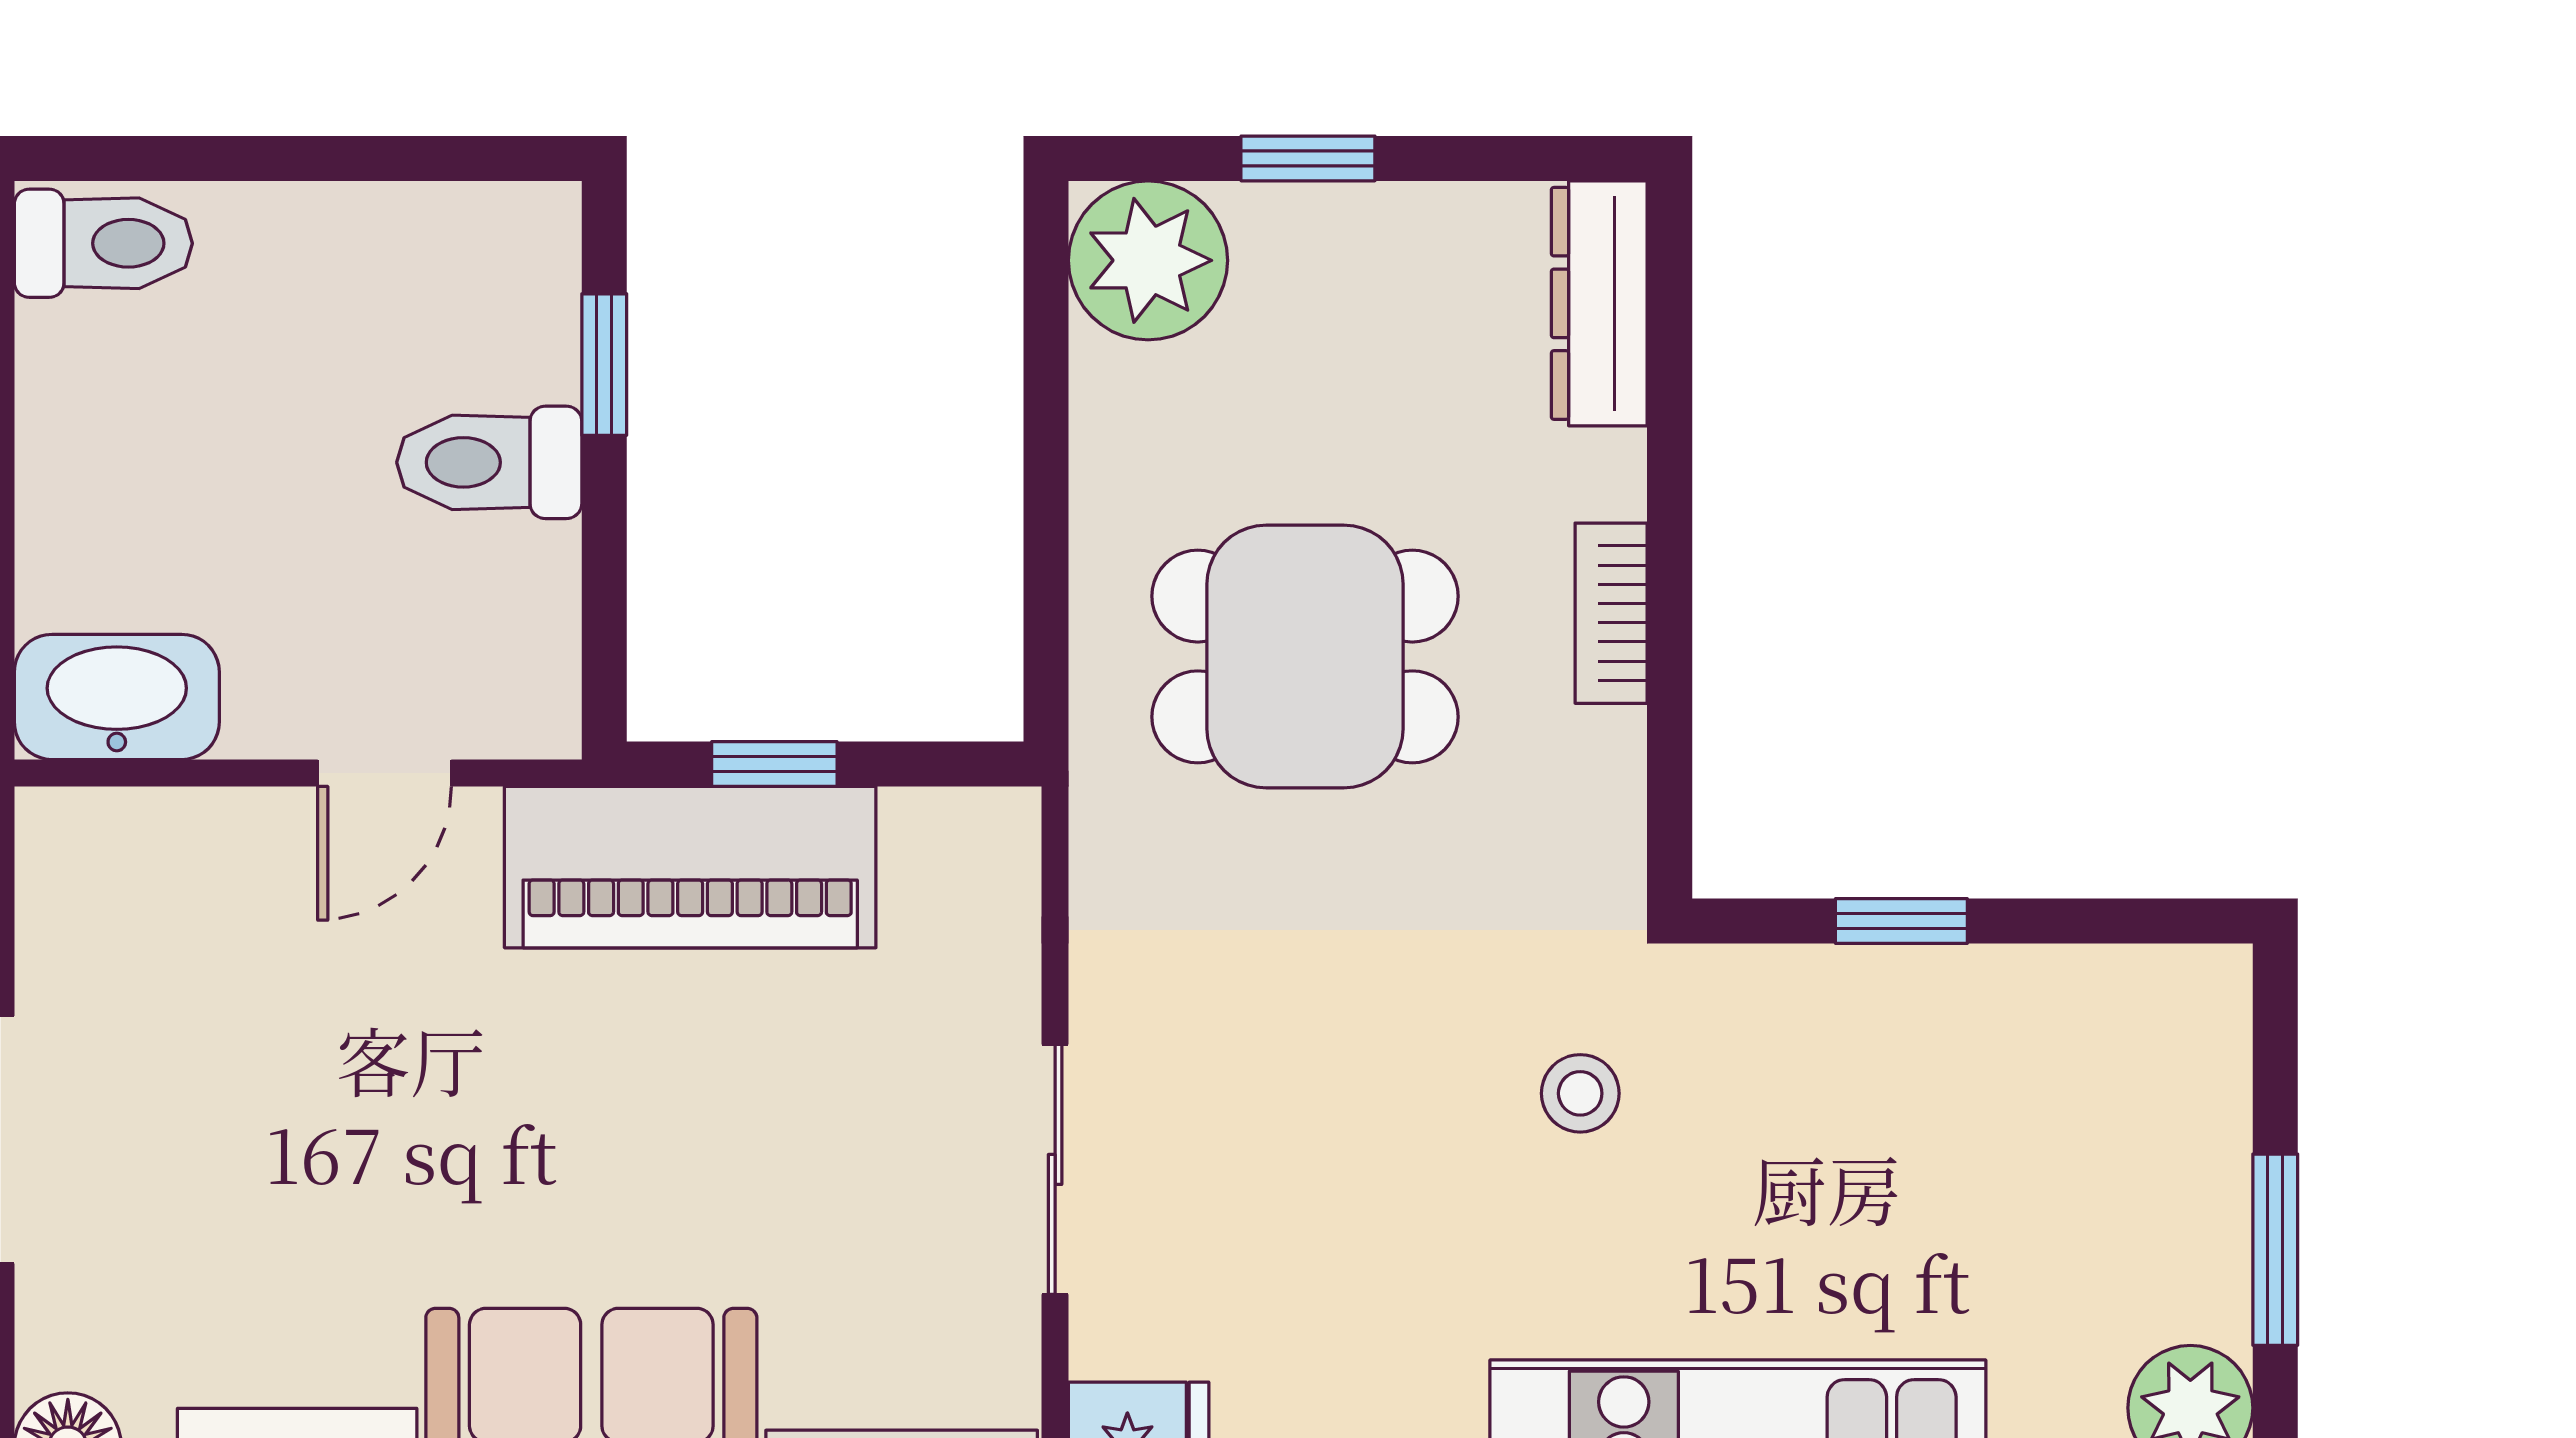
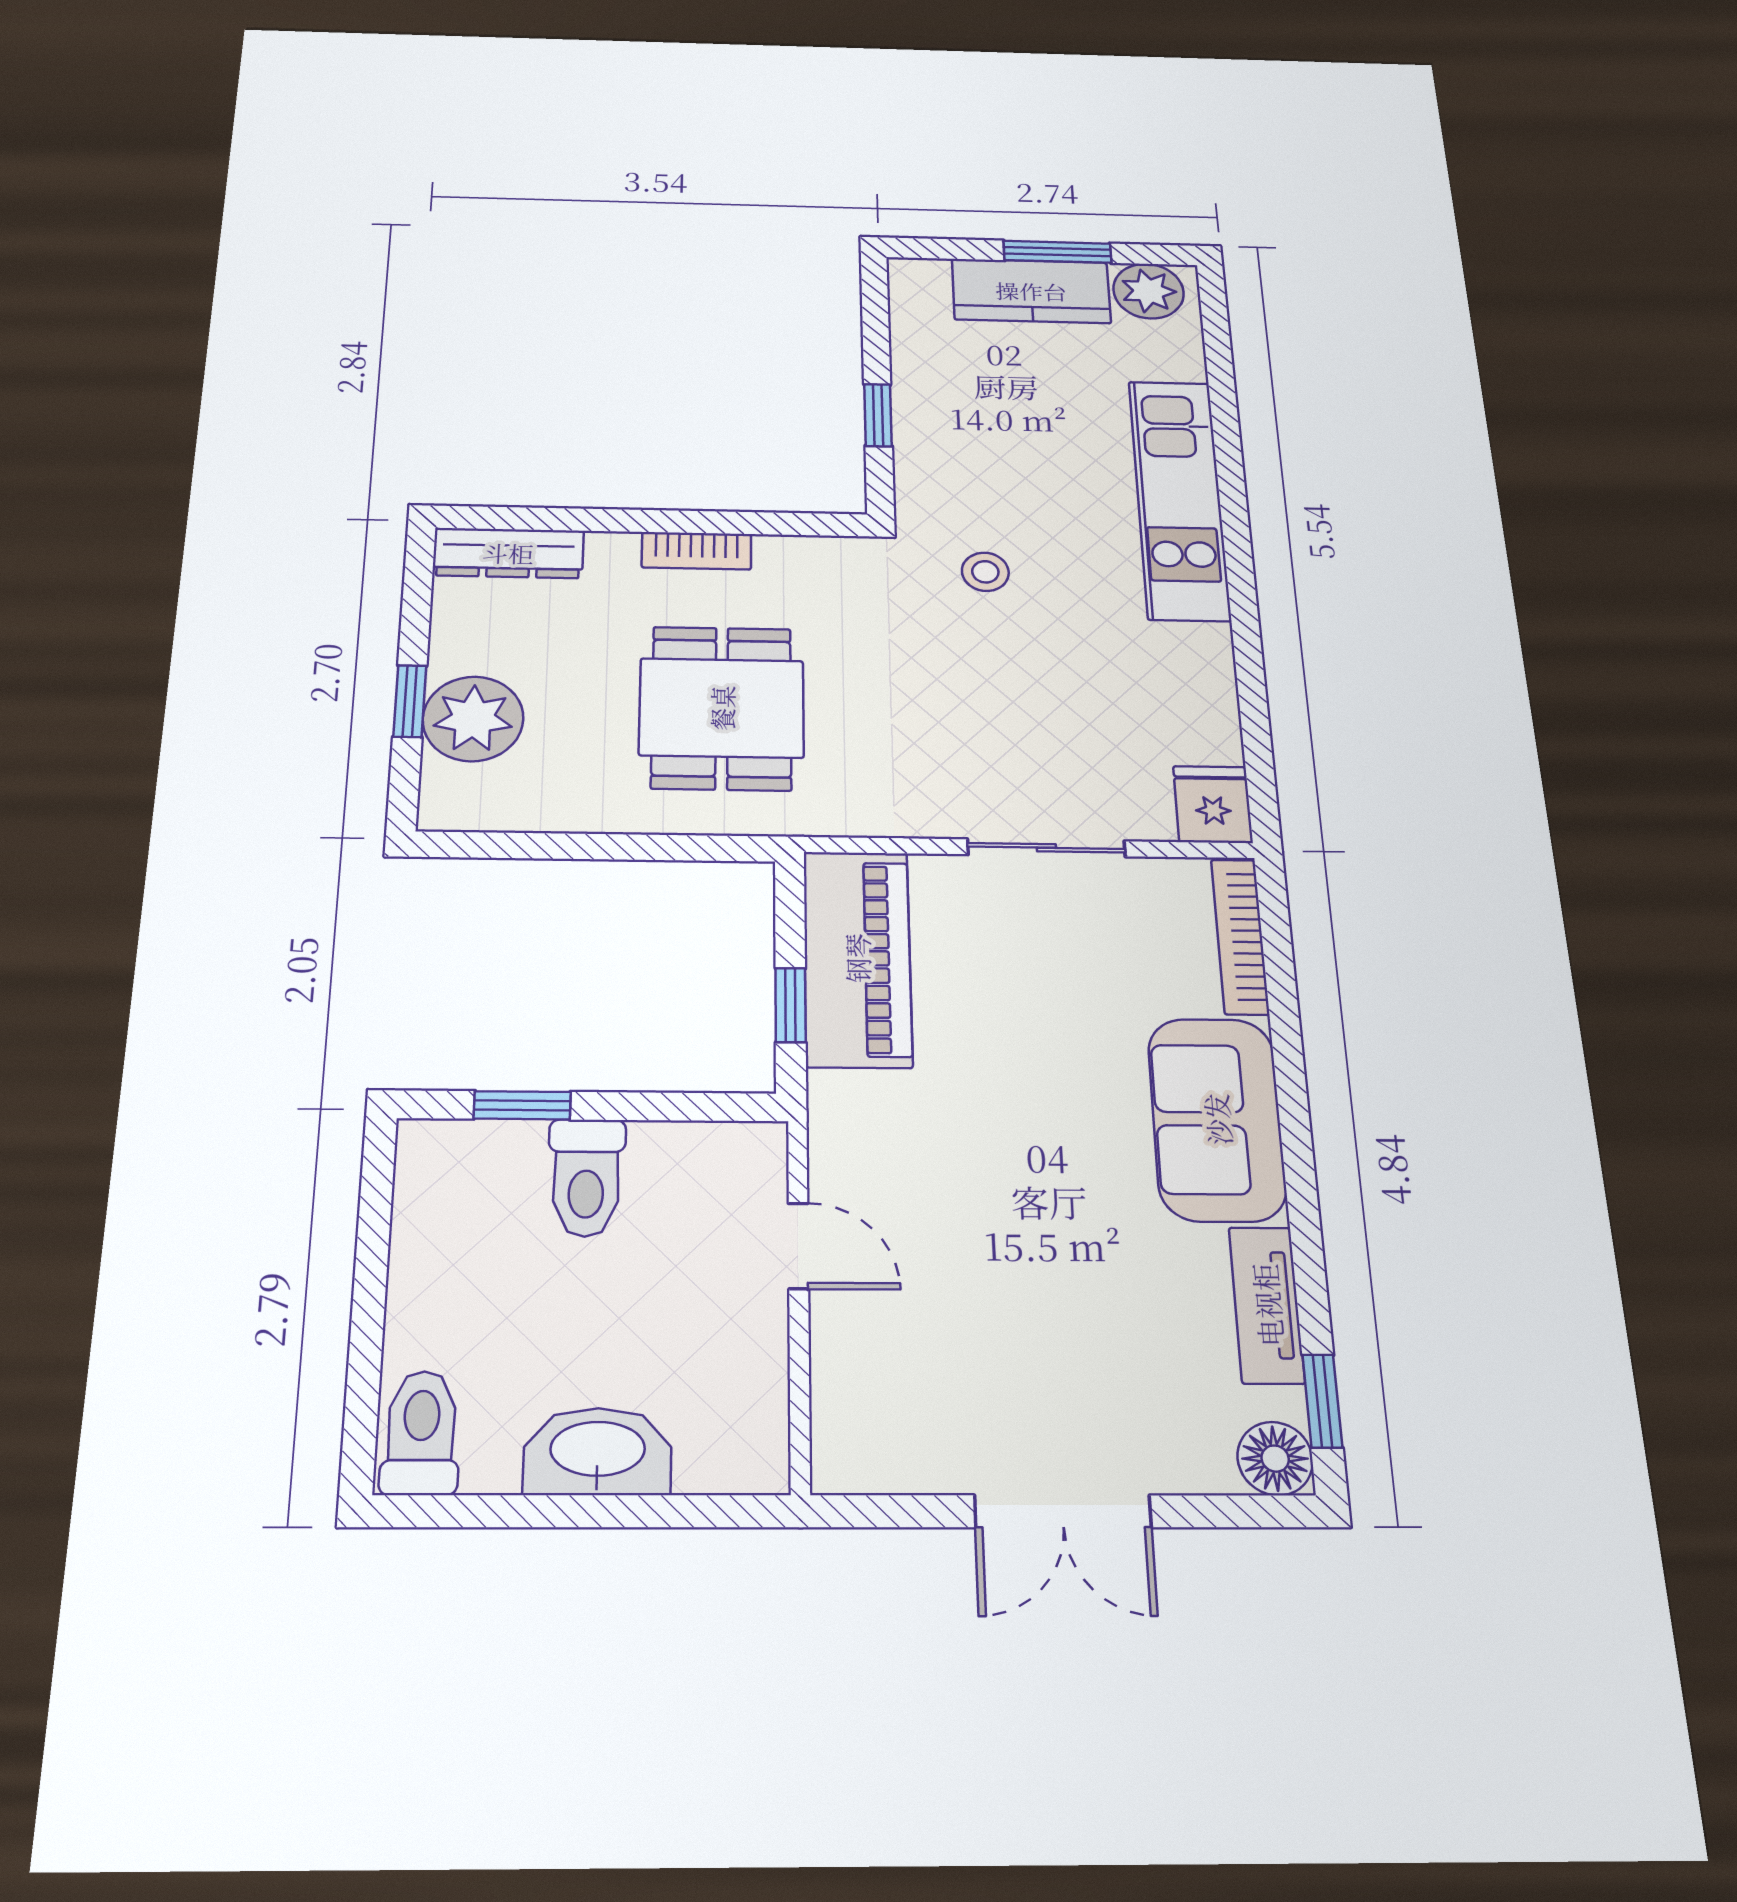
plant: (1148, 260) -> (473, 719), moved
washbasin: (117, 697) -> (598, 1451), moved, turned 90
piano: (690, 867) -> (857, 958), moved
kitchen counter: (2184, 1198) -> (1031, 291), added

